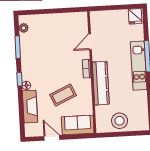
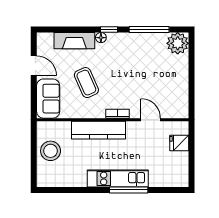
fridge: (135, 16) -> (179, 143), moved
plant: (24, 28) -> (178, 43), width x1.87, depth x1.87
window: (18, 47) -> (149, 29), width x1.44
door: (52, 138) -> (34, 66), hinge flipped

